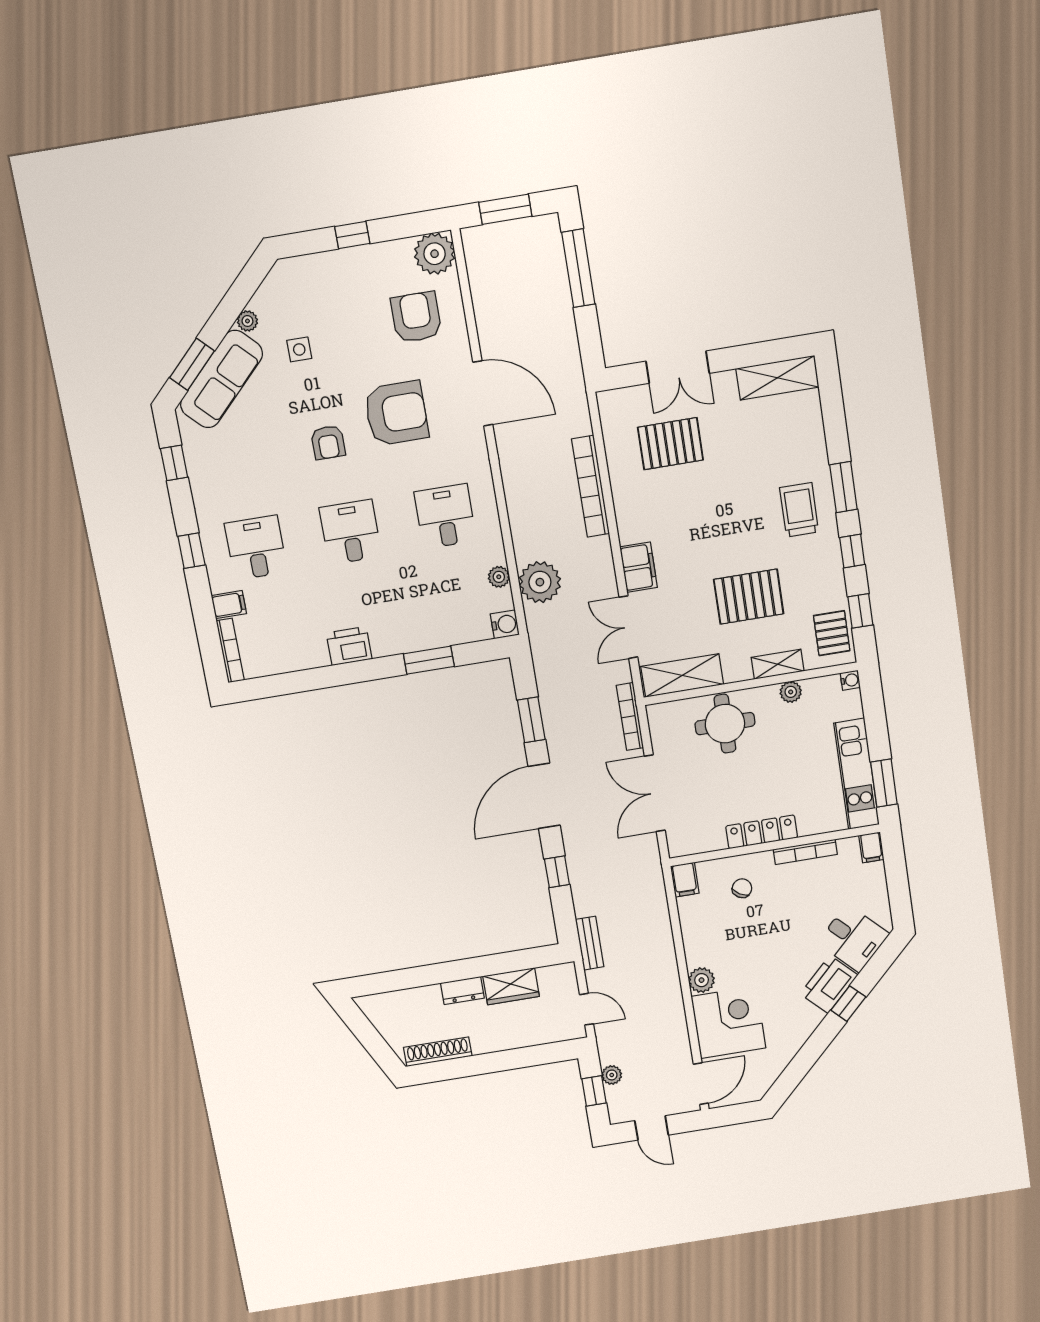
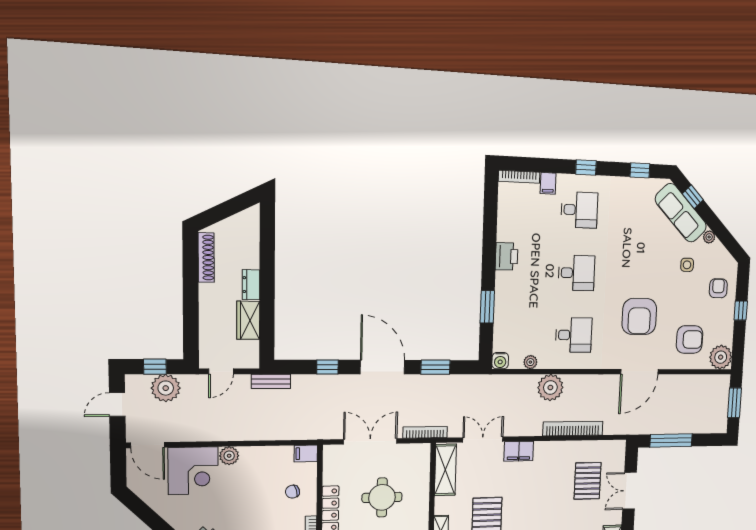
window: (578, 268) -> (671, 440), moved
window: (192, 364) -> (693, 197), width x0.67
armchair: (328, 442) -> (718, 288), moved, turned 90
plant: (540, 582) -> (550, 388), moved
round table: (725, 724) -> (382, 497), moved
chair: (742, 888) -> (292, 492), turned 131
plant: (612, 1075) -> (166, 388), width x1.88, depth x1.88

